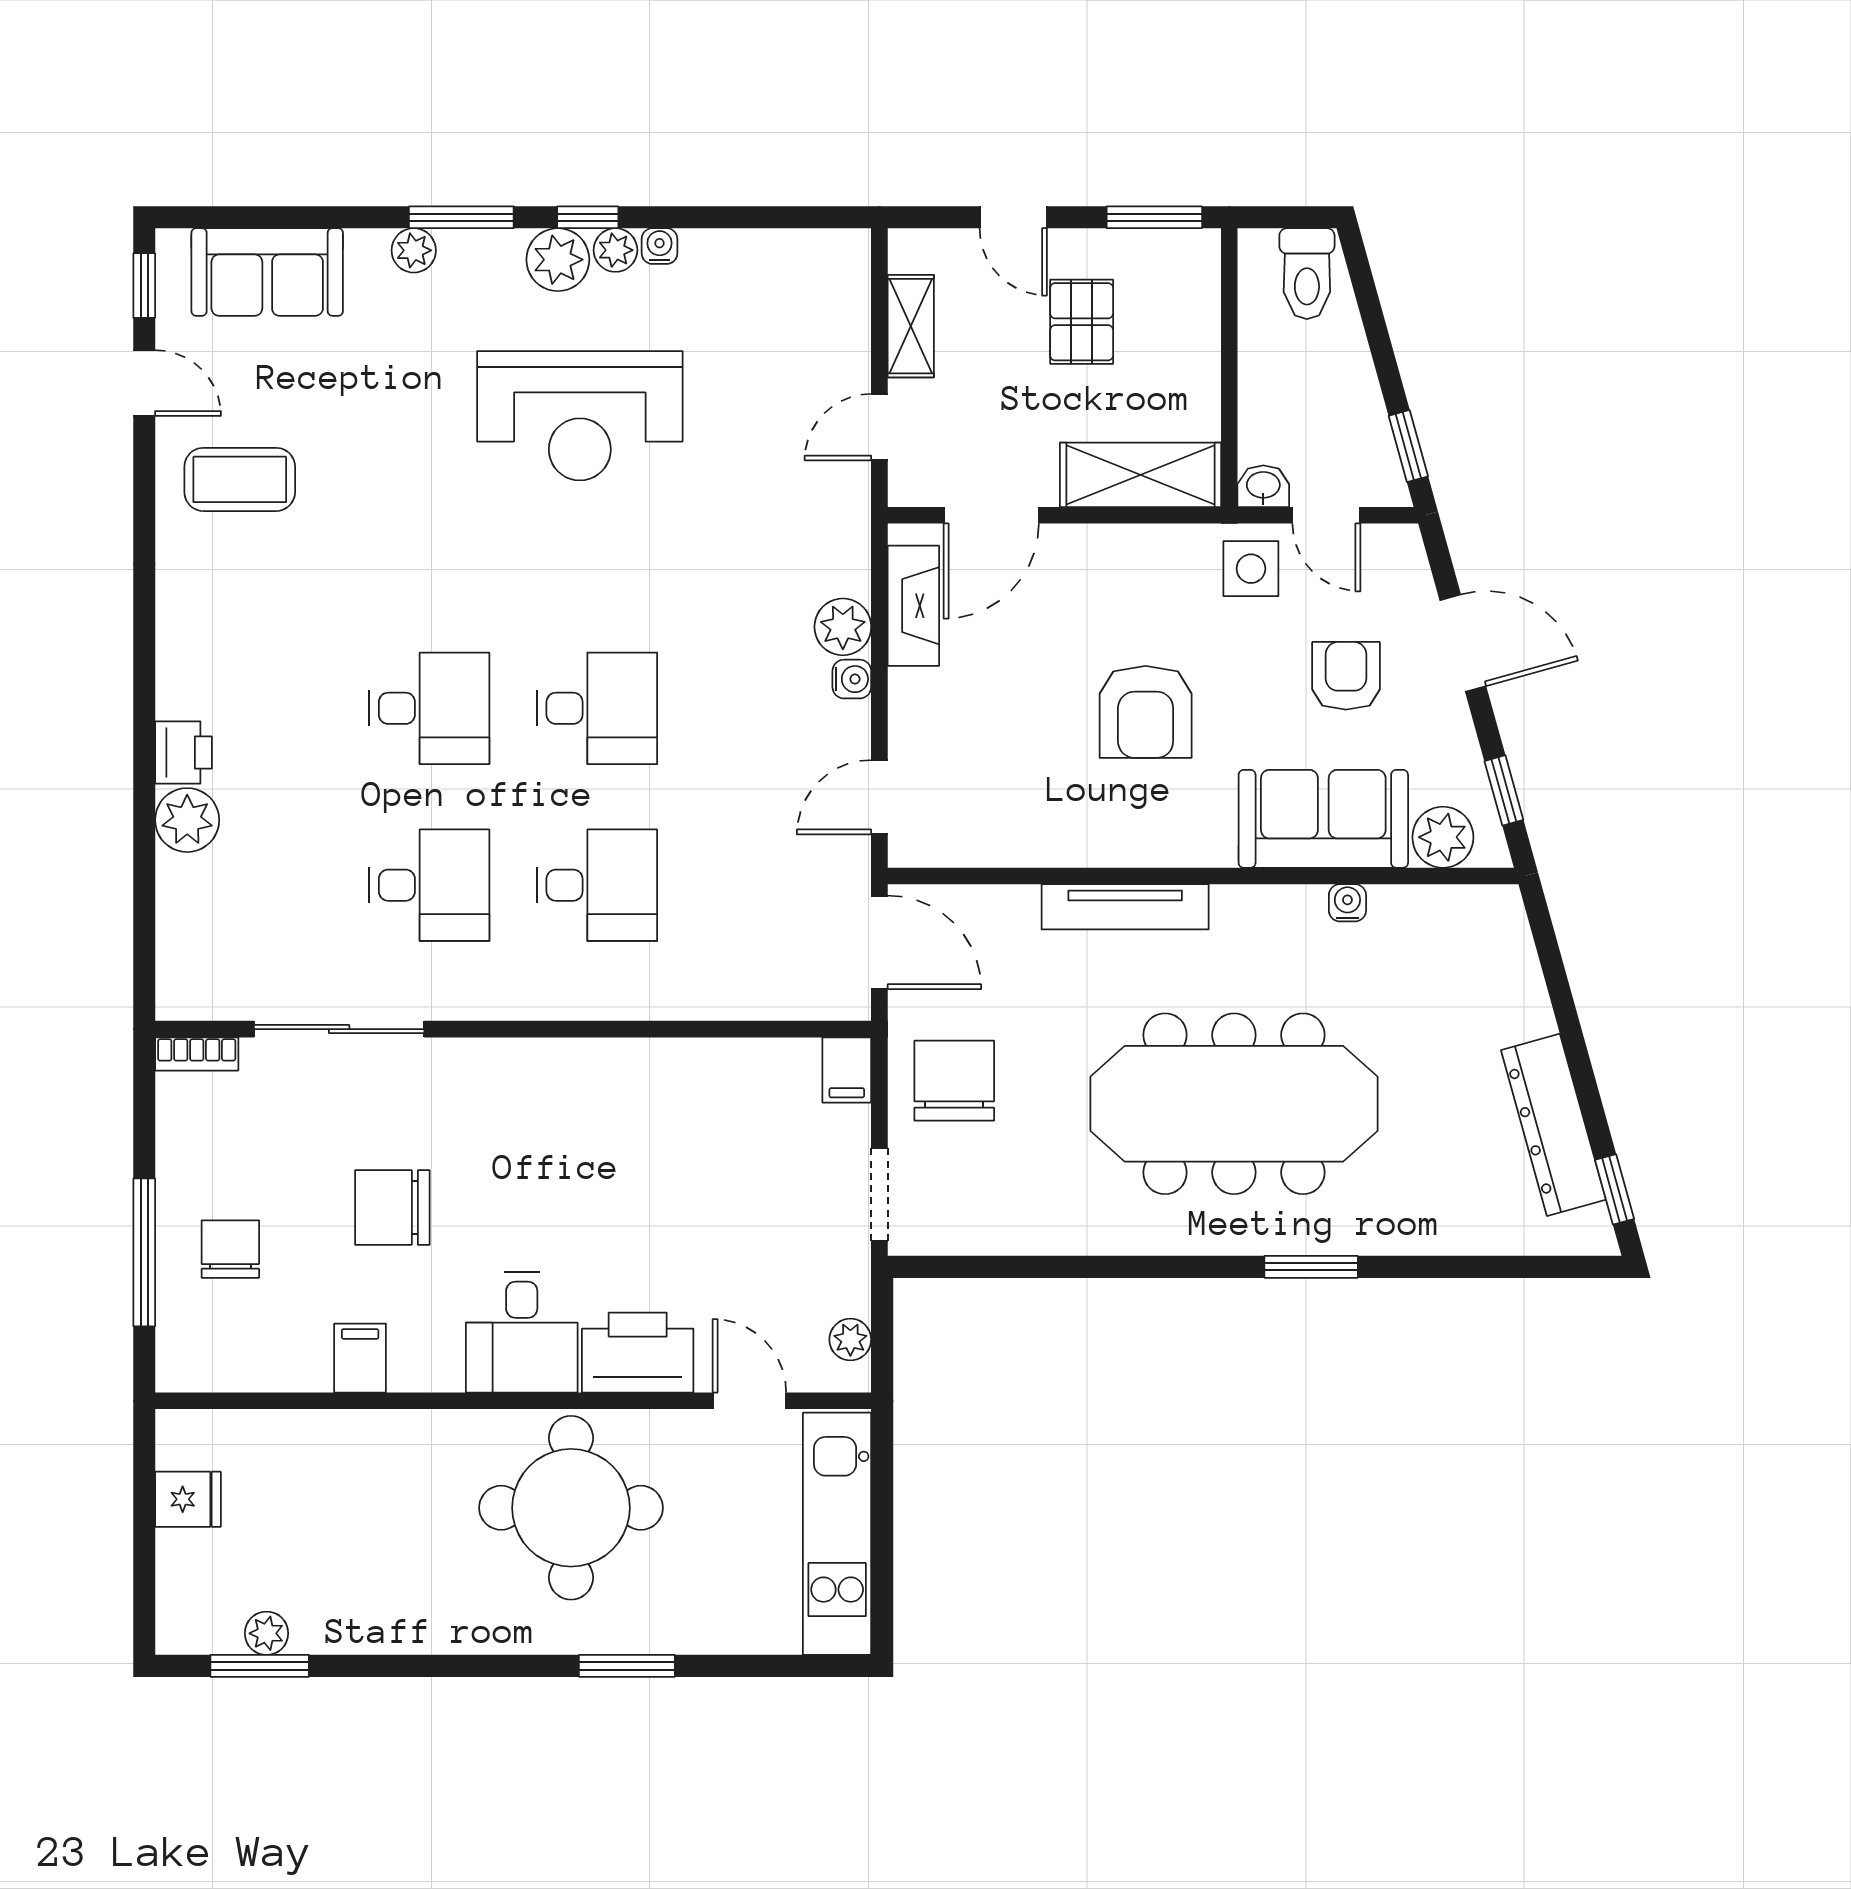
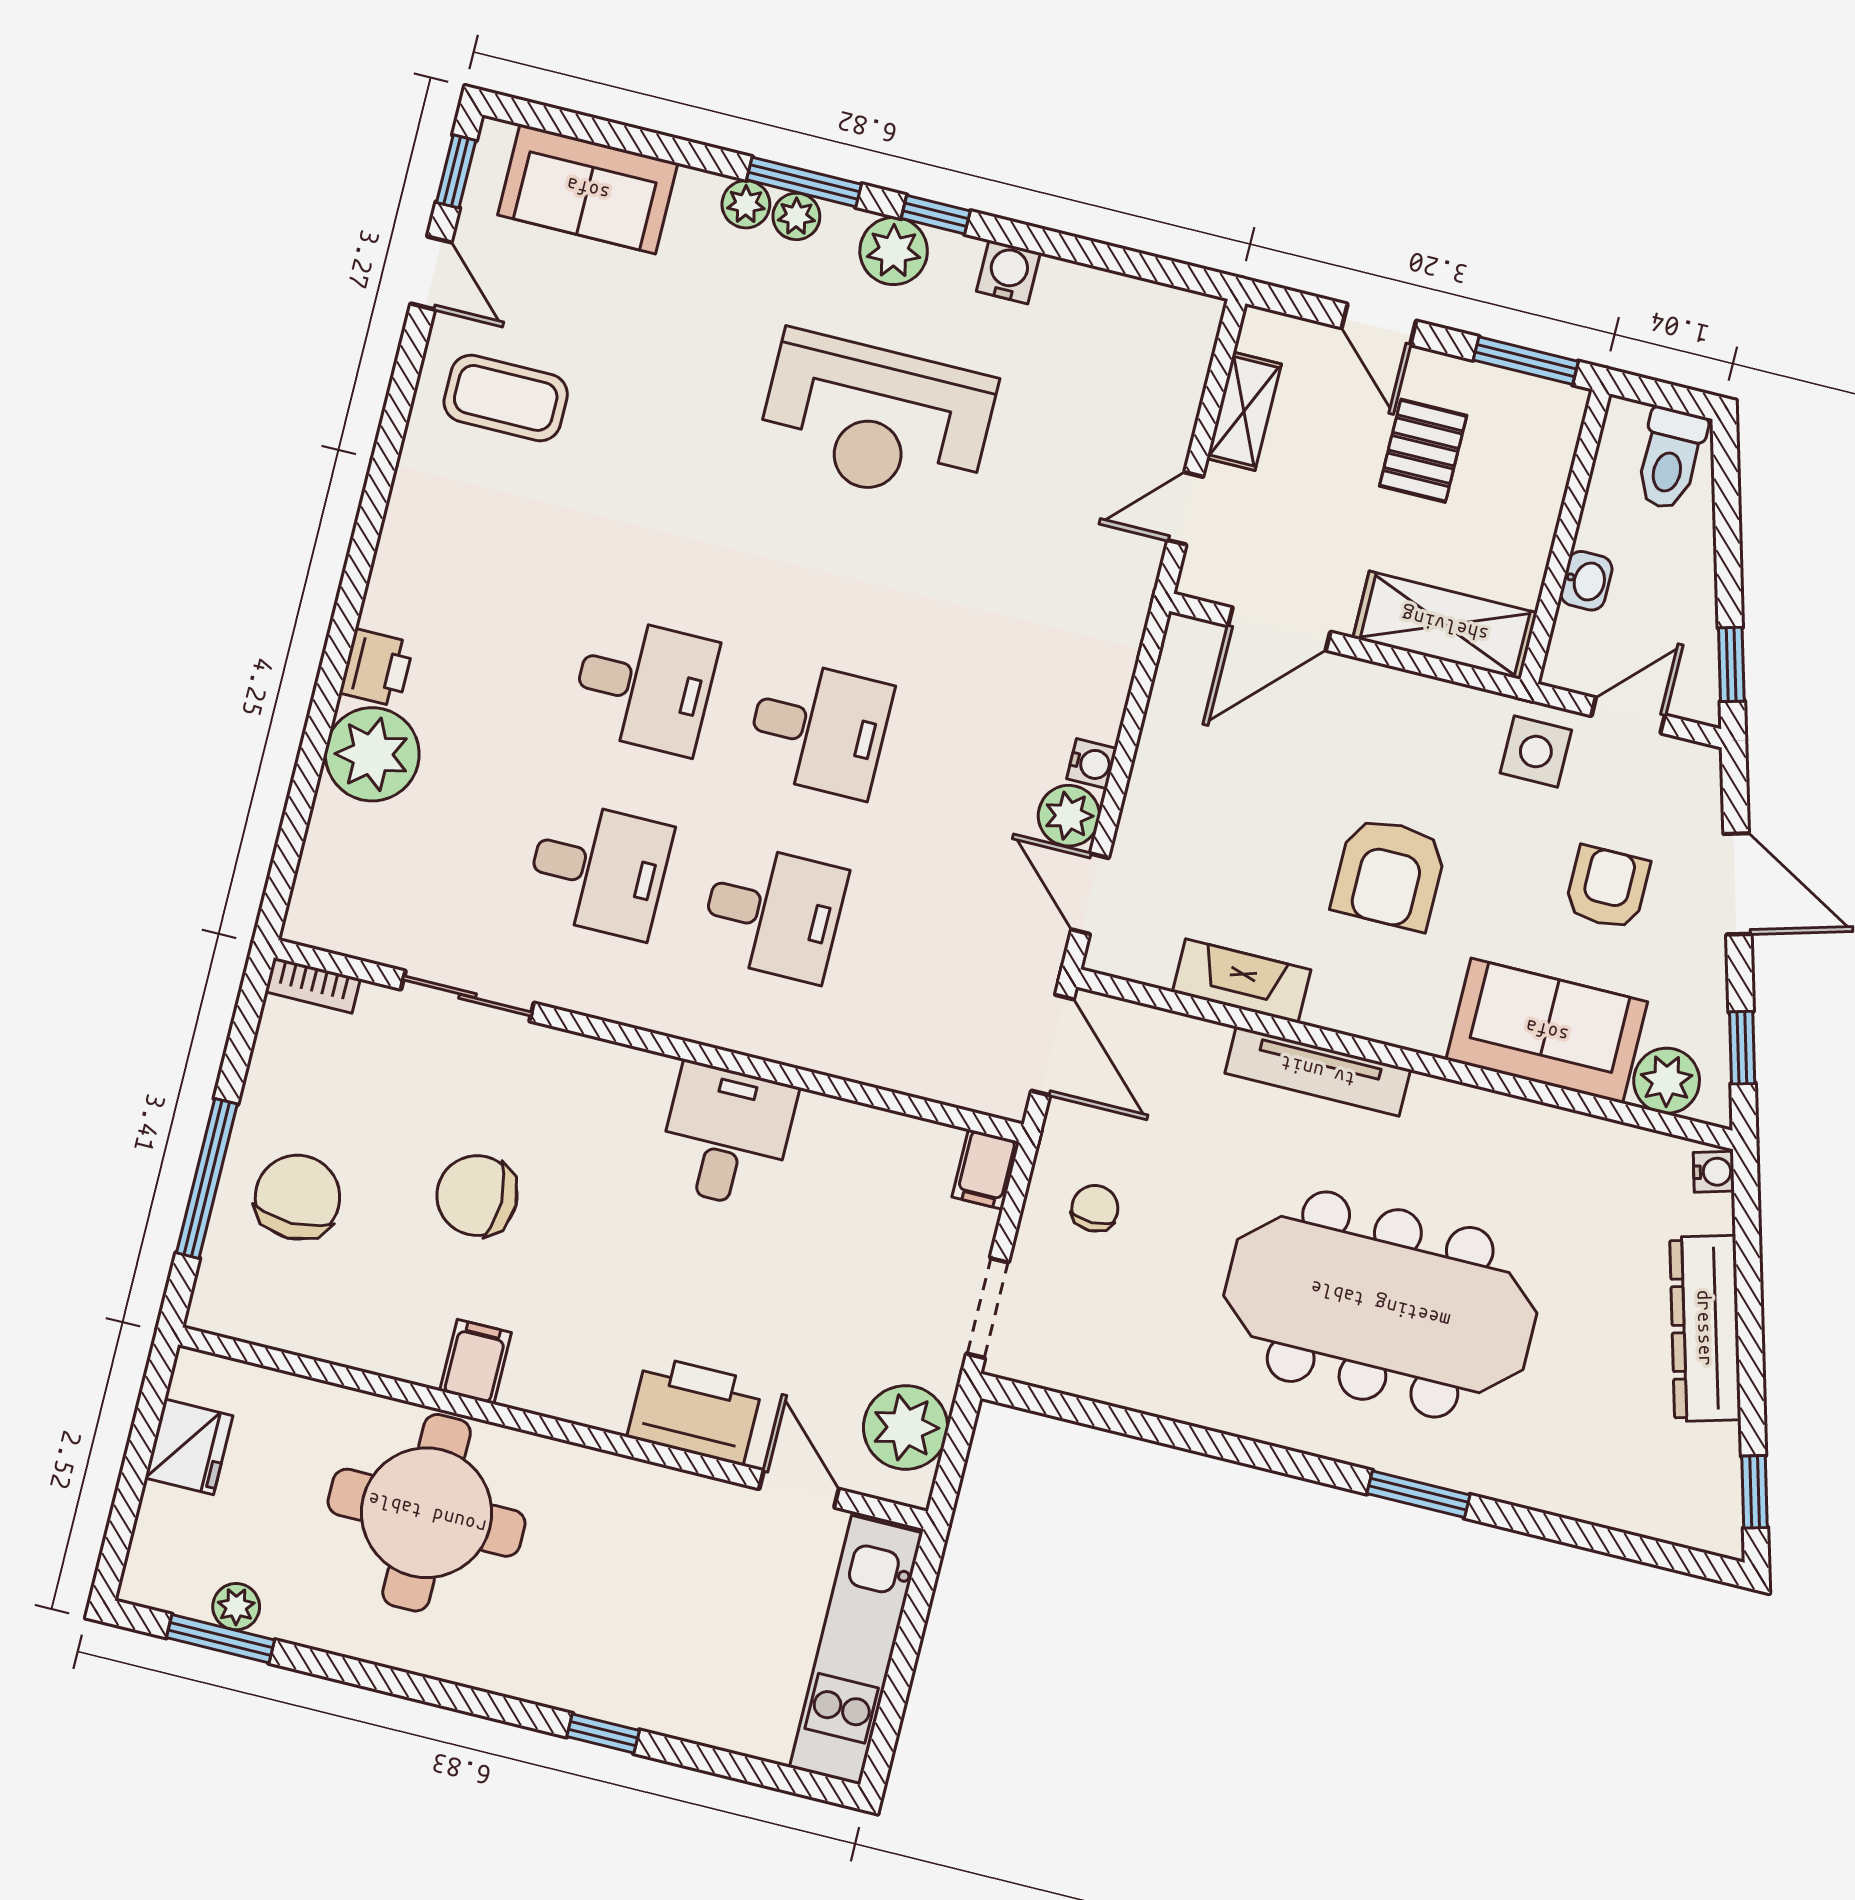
water cooler: (660, 246) -> (1008, 272), width x1.38, depth x1.38
plant: (615, 250) -> (796, 216), moved
washbasin: (1263, 486) -> (1586, 581), moved, turned 90
door: (1326, 515) -> (1628, 715), swing flipped
fireplace: (913, 606) -> (1242, 981), moved, turned -90
plant: (843, 627) -> (1069, 816), moved
door: (879, 797) -> (1090, 894), hinge flipped
plant: (187, 820) -> (372, 754), width x1.36, depth x1.36
water cooler: (1347, 903) -> (1714, 1172), moved, turned 74
sliding door: (339, 1029) -> (467, 996), width x0.73
chair: (954, 1081) -> (1095, 1208), width x0.54, depth x0.54
dresser: (1553, 1125) -> (1705, 1328), moved
chair: (230, 1249) -> (297, 1197), width x1.37, depth x1.37
desk: (522, 1332) -> (726, 1136), moved, turned 180
plant: (850, 1340) -> (906, 1427), width x1.88, depth x1.88
filing cabinet: (360, 1358) -> (476, 1362), moved
fridge: (188, 1499) -> (189, 1447), width x1.38
round table: (571, 1508) -> (427, 1513), moved
window: (627, 1666) -> (603, 1733), width x0.67

